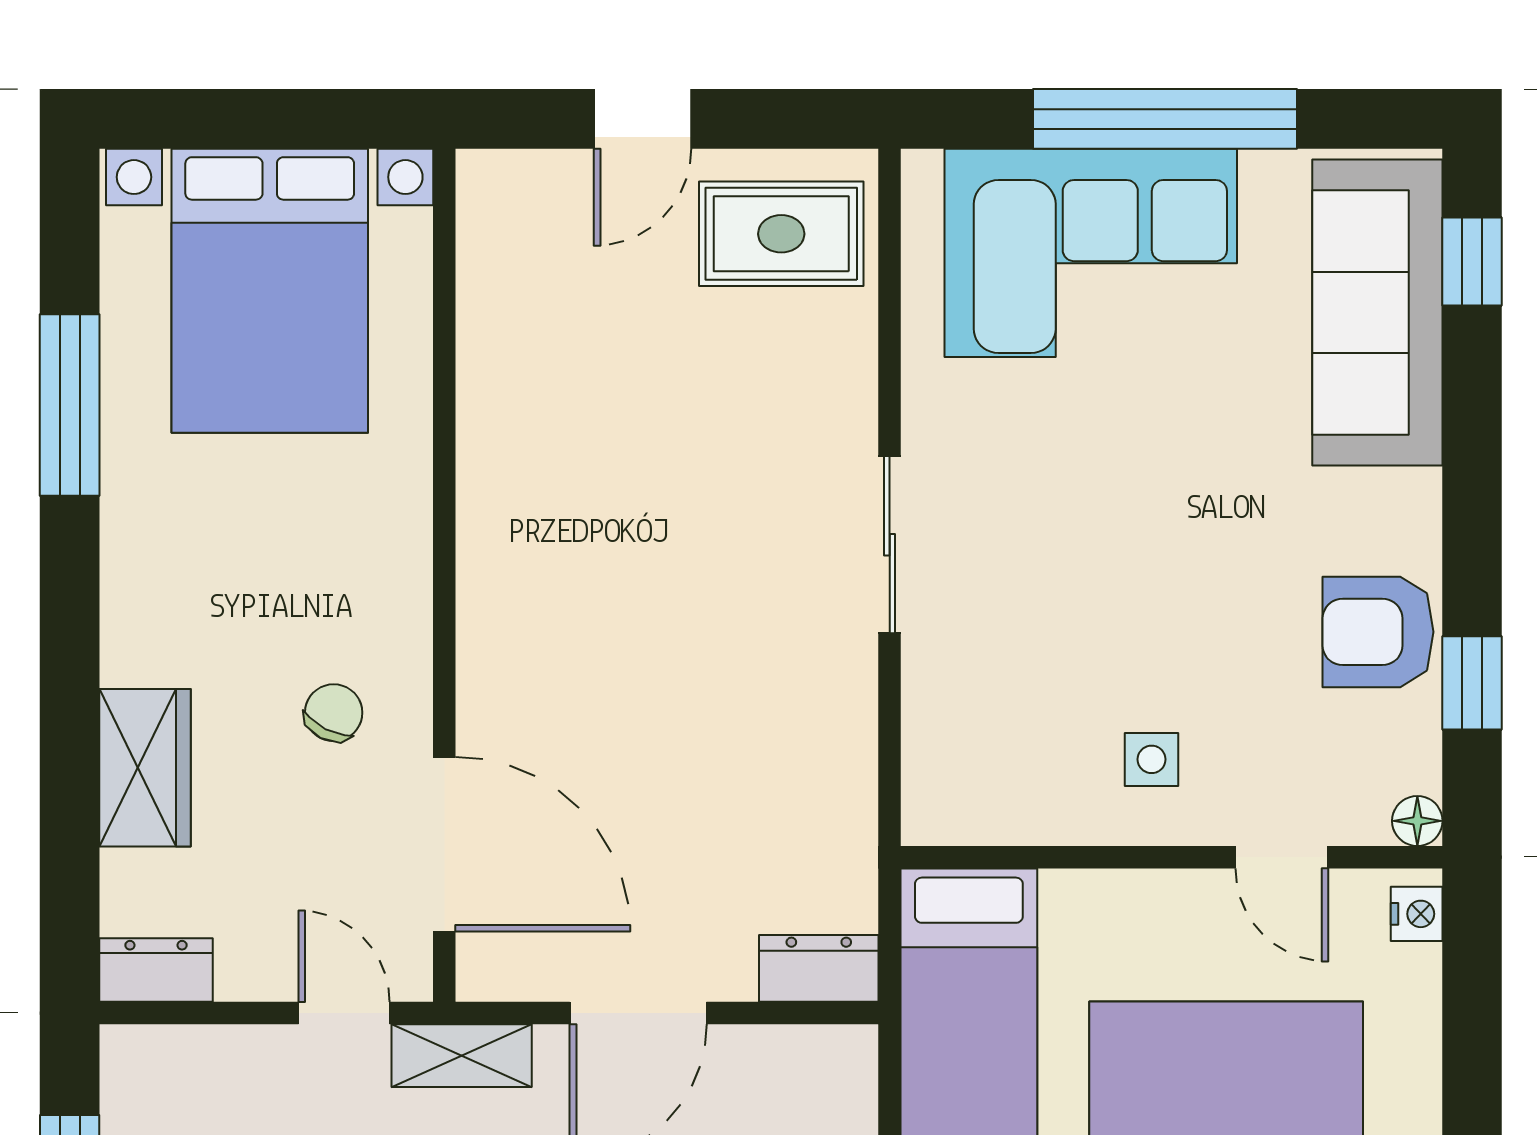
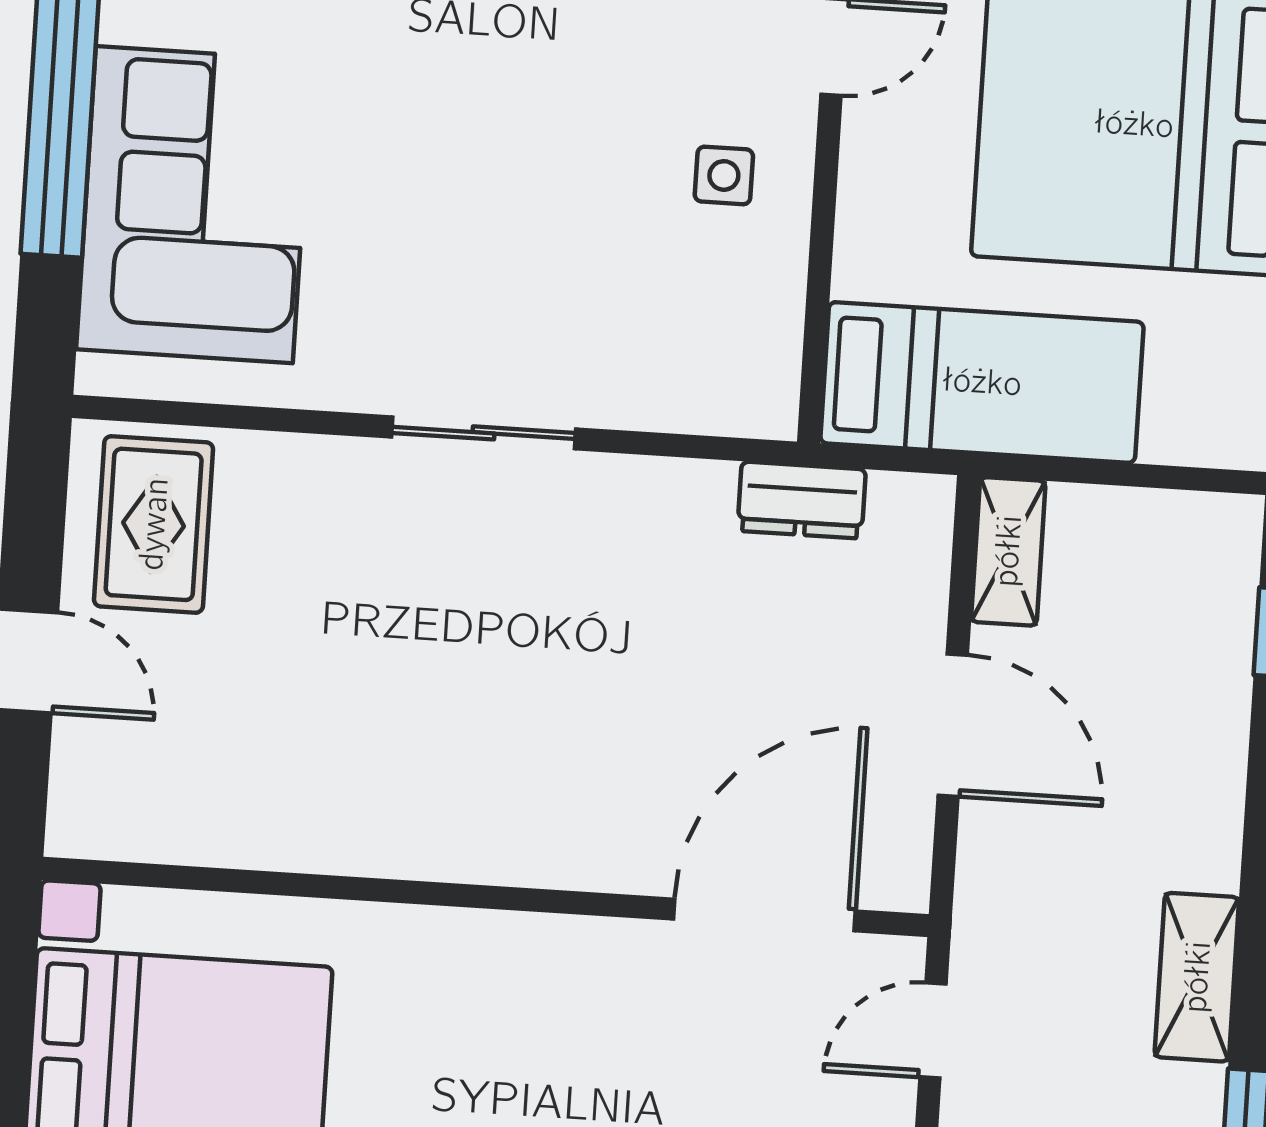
chair: (334, 713) -> (621, 1021), removed
dresser: (819, 968) -> (802, 500), moved, turned -90
shelving: (462, 1056) -> (1008, 551), moved

